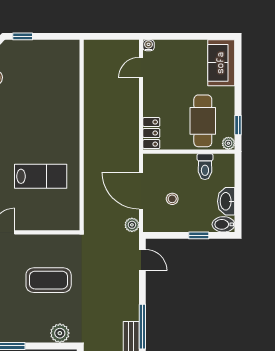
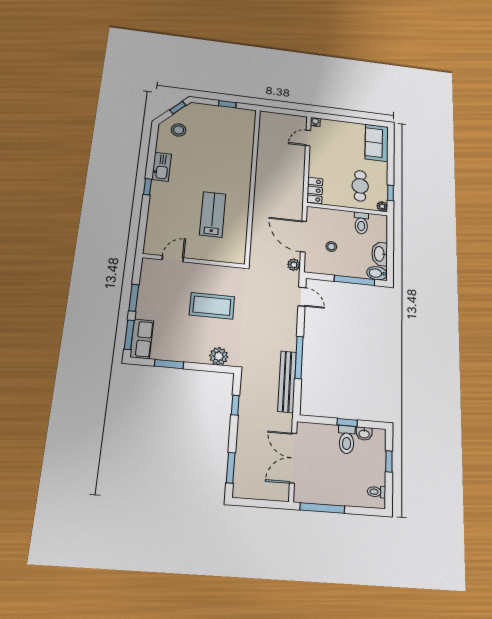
window: (23, 36) -> (227, 104), moved
cafe table: (203, 121) -> (360, 186), width x0.73, depth x0.74
lab bench: (41, 176) -> (213, 214), turned -90
window: (199, 235) -> (354, 280), width x2.17

